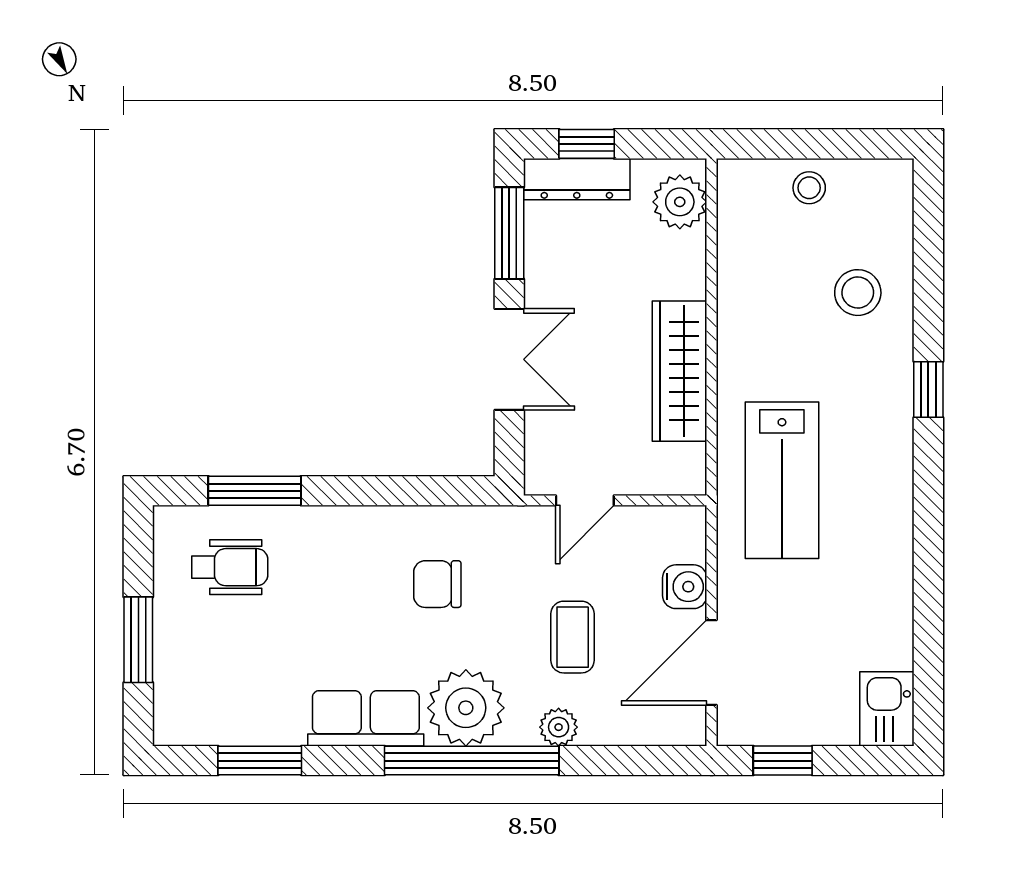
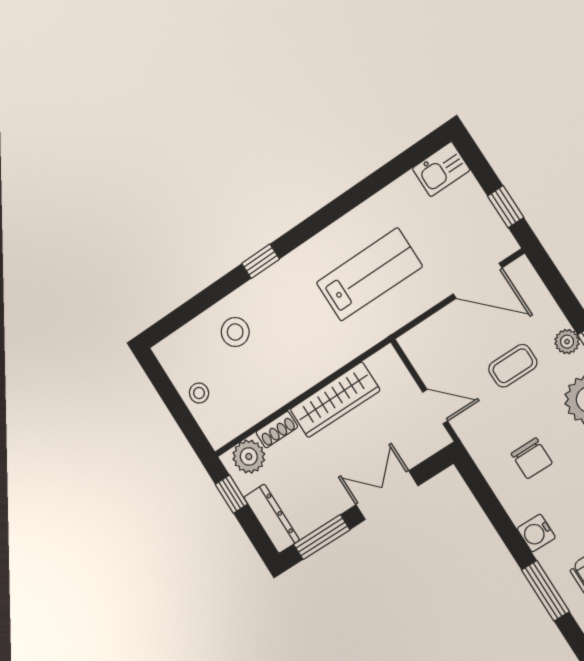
window: (587, 144) -> (231, 494), moved
shoe rack: (691, 265) -> (277, 430), added
lab bench: (782, 480) -> (369, 274), moved
water cooler: (685, 587) -> (536, 533), moved, turned -90

